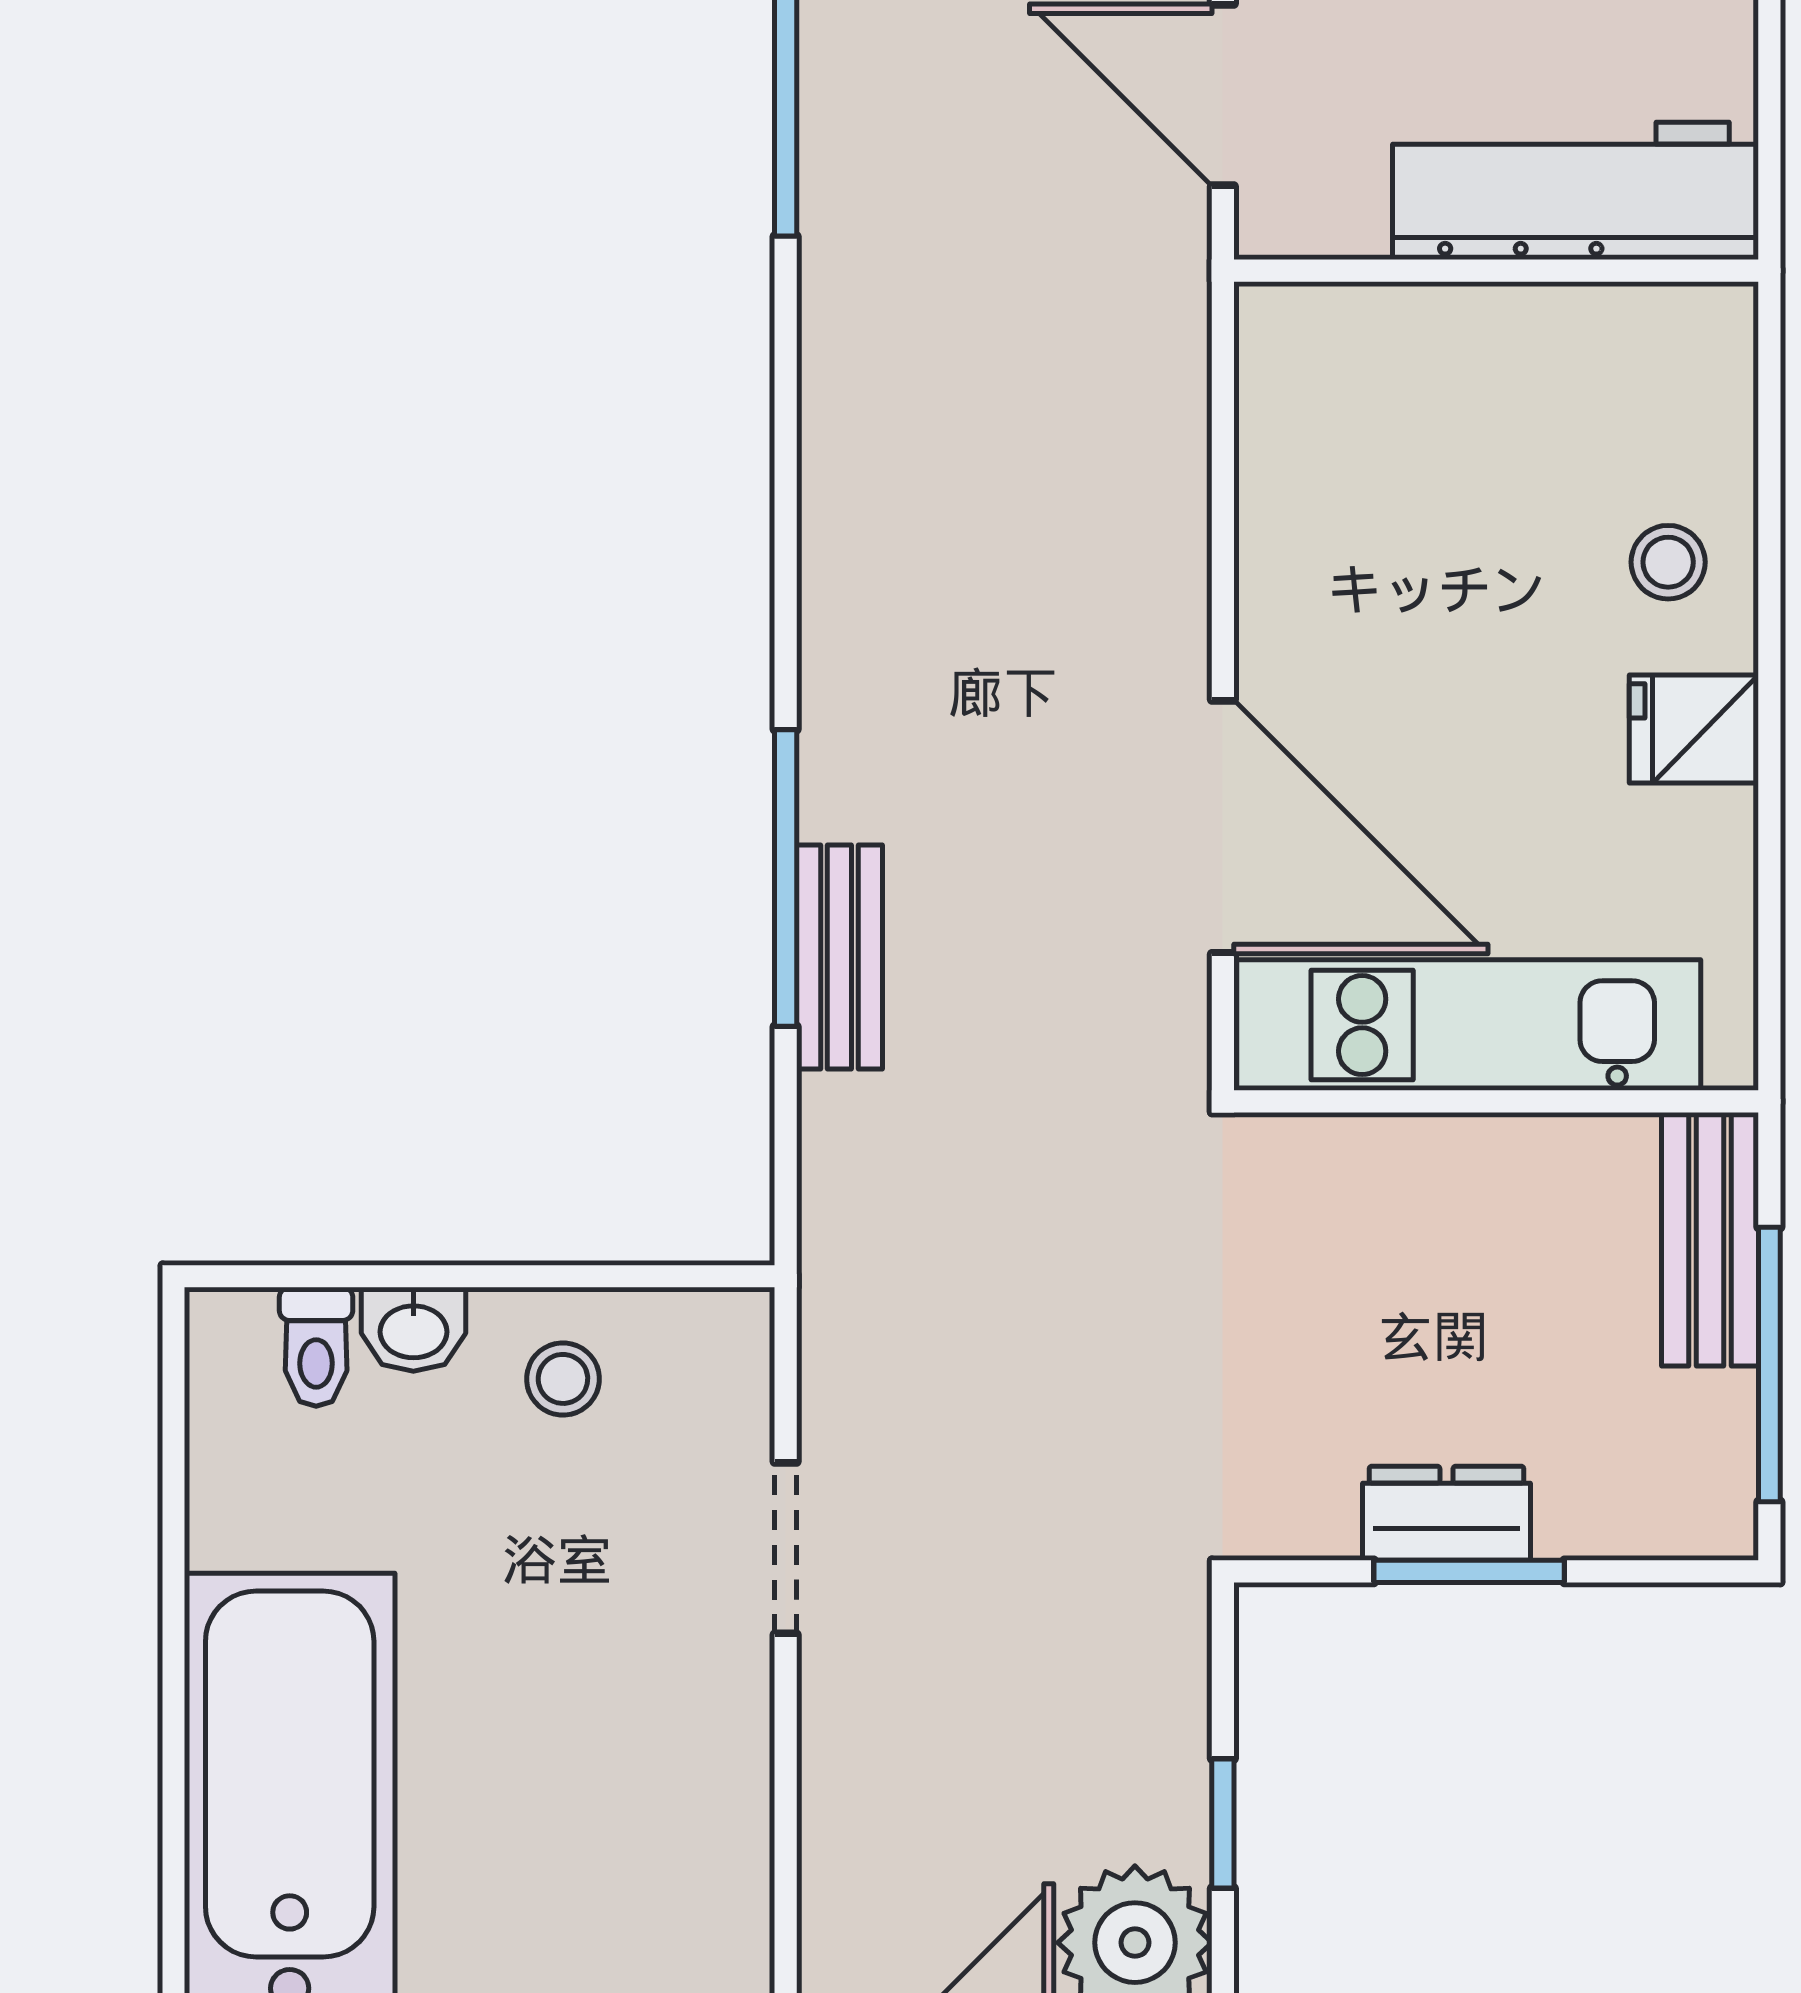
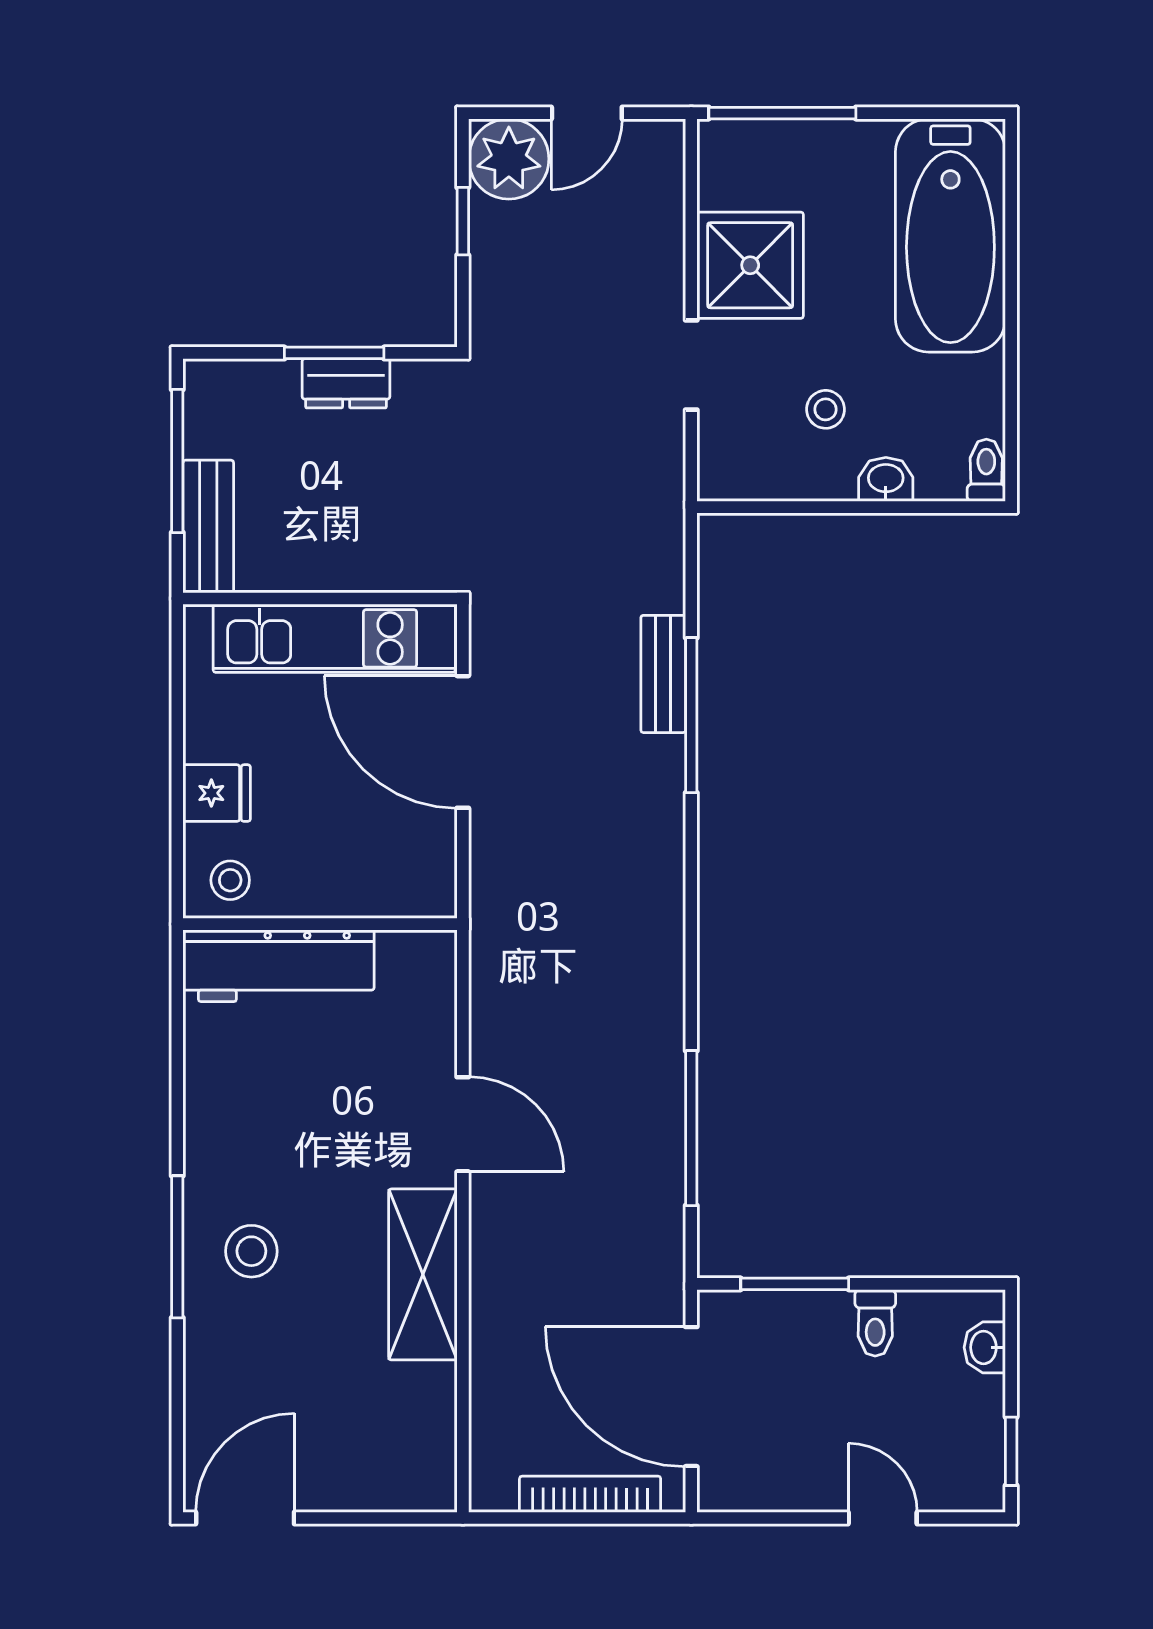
workbench: (1576, 191) -> (279, 966), moved
wall: (1496, 271) -> (320, 924), moved
toilet: (316, 1347) -> (986, 470), moved
stool: (563, 1379) -> (826, 409), moved
shower: (673, 1739) -> (750, 265), added

